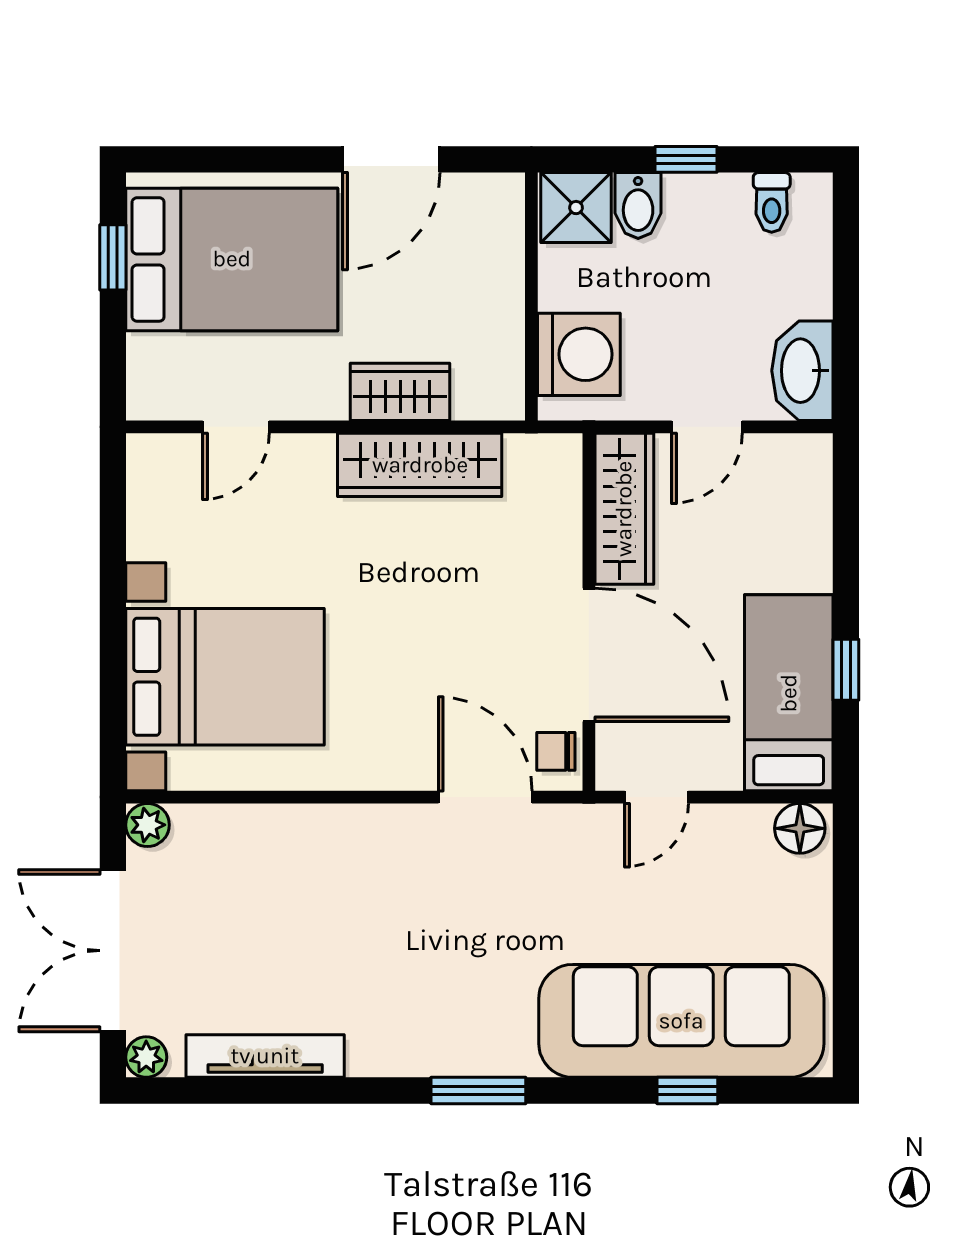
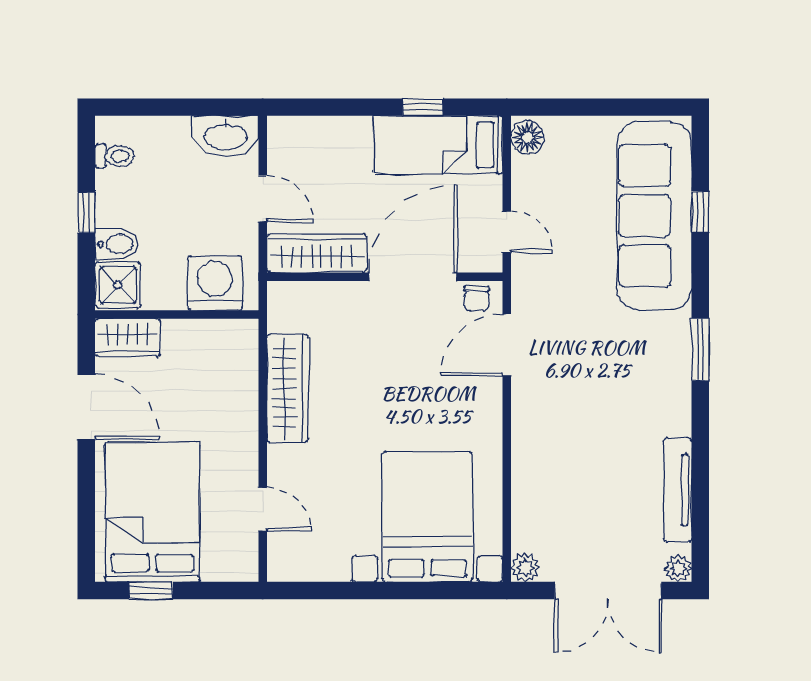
wardrobe: (400, 392) -> (128, 338), moved, turned -90

